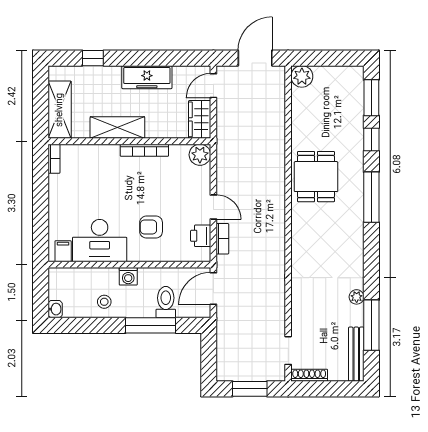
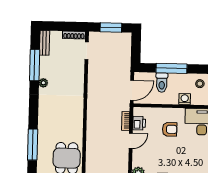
door: (213, 207) -> (131, 141), swing flipped
bench: (356, 354) -> (45, 43), width x0.73

